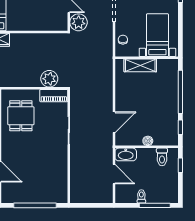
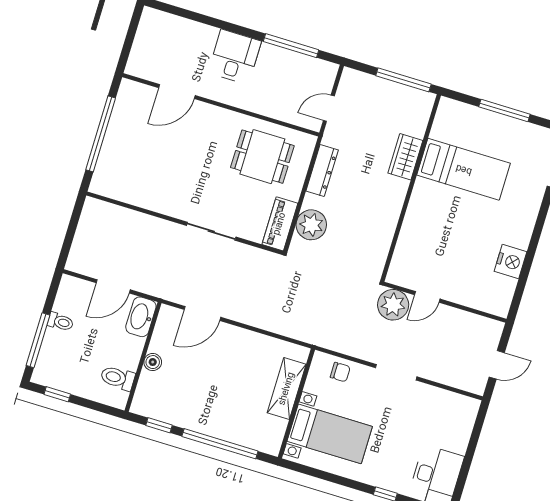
dresser: (19, 82) -> (322, 171), added
door: (114, 122) -> (202, 313), hinge flipped
window: (180, 165) -> (57, 394), moved

